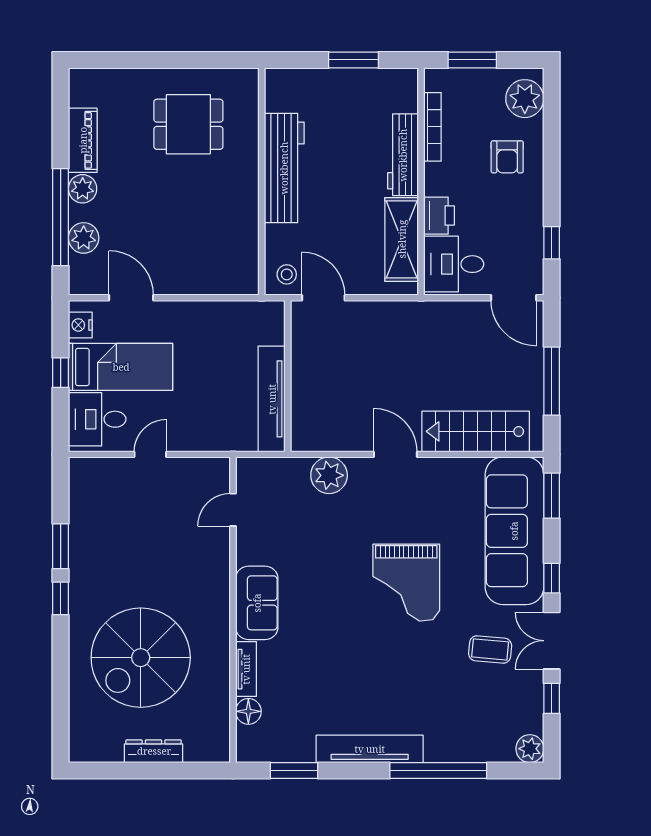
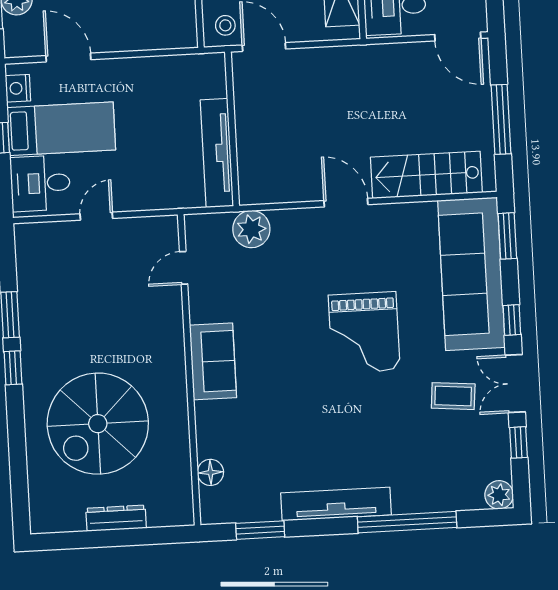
plant: (329, 475) -> (251, 229), moved
tv unit: (246, 669) -> (206, 429), removed

